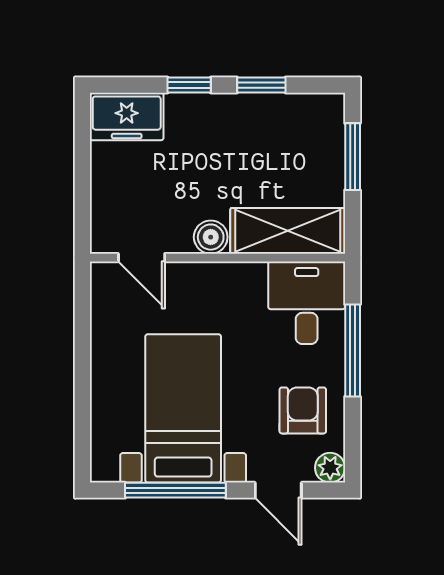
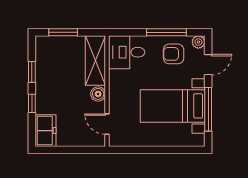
door: (142, 258) -> (107, 124), swing flipped
window: (353, 351) -> (166, 32), moved

